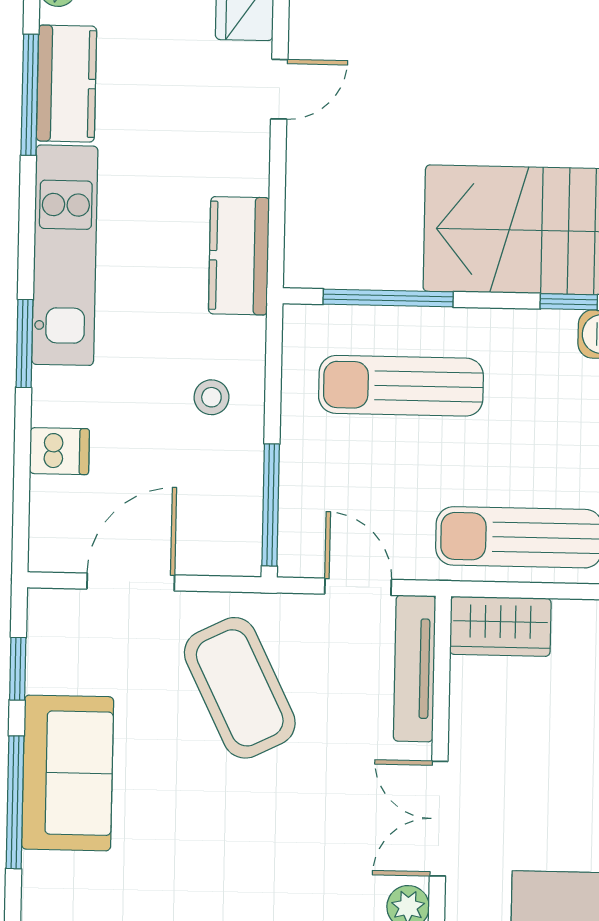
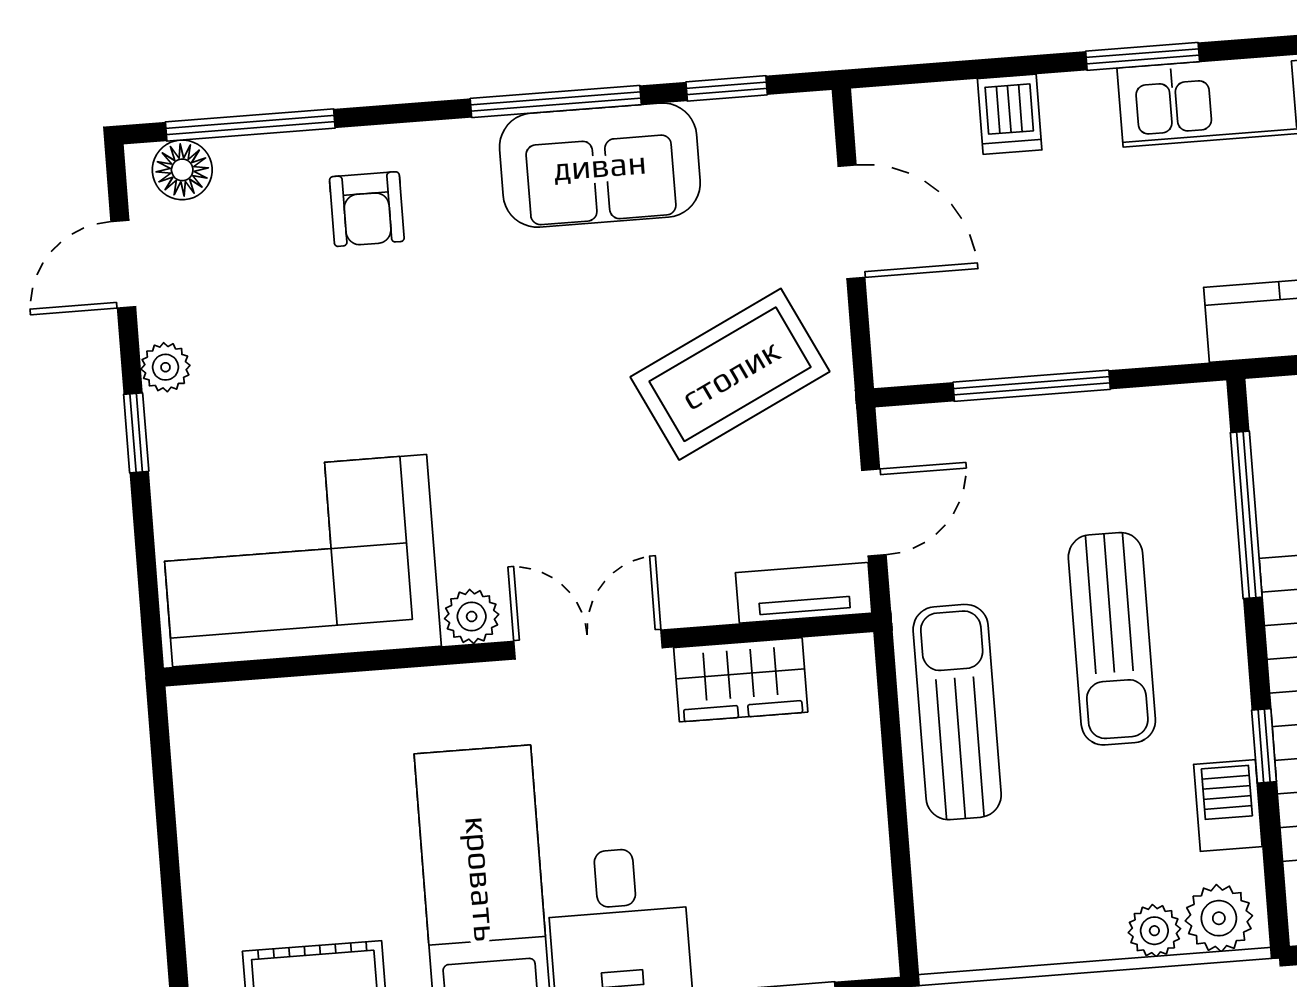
sun lounger: (401, 386) -> (1112, 639), moved, turned 180
stool: (211, 397) -> (1097, 302), removed
window: (271, 505) -> (1032, 386), moved
wardrobe: (500, 626) -> (741, 680), moved, turned -90
tv unit: (415, 668) -> (804, 593), width x0.71

